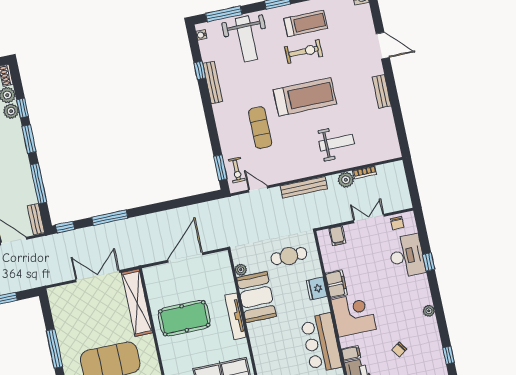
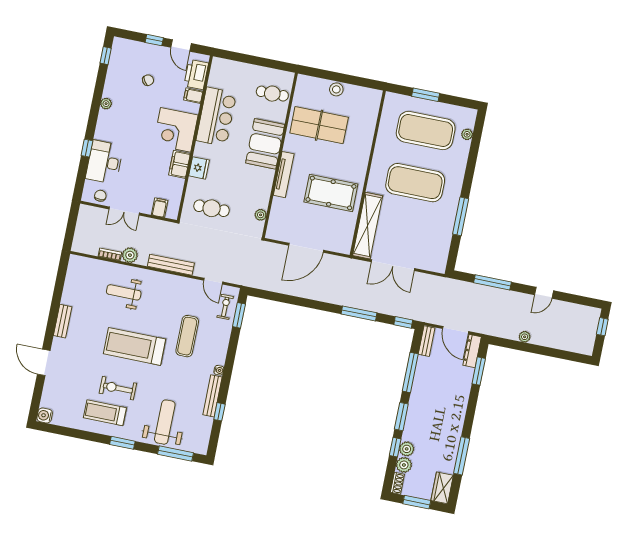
water cooler: (201, 35) -> (219, 370), moved
booth: (256, 297) -> (265, 144), moved

